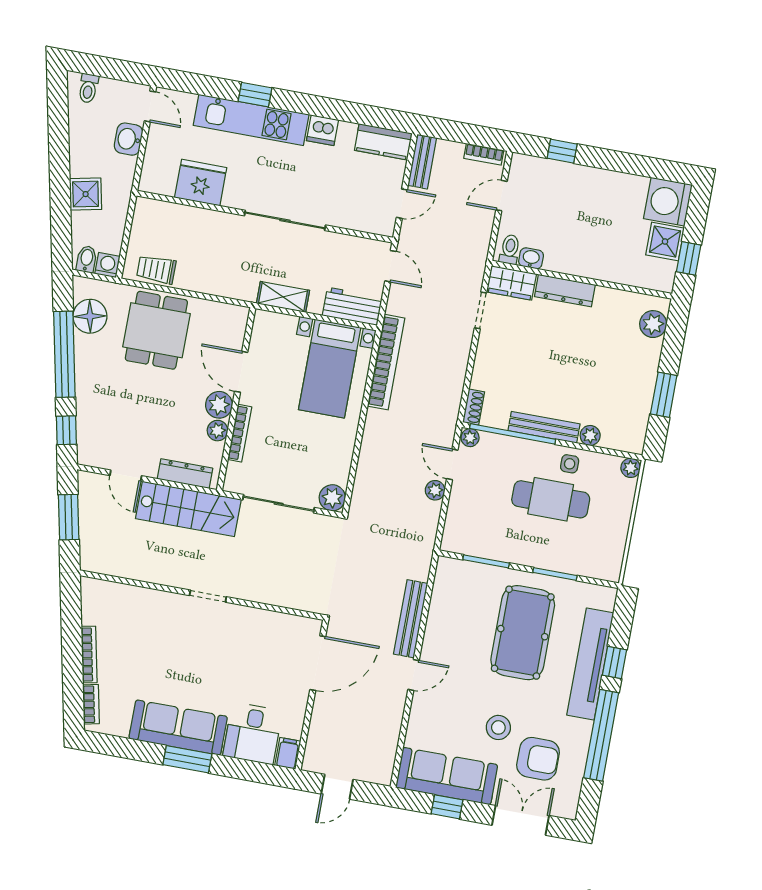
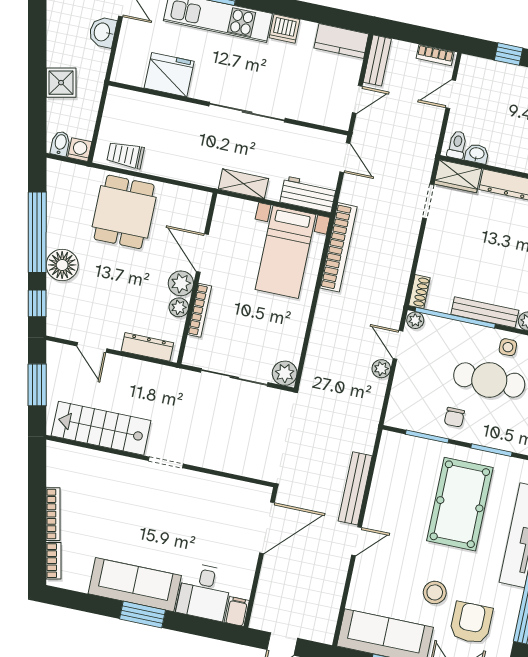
floor lamp: (90, 316) -> (62, 265), moved
stairs: (188, 509) -> (101, 428), moved, turned 180
chair: (514, 540) -> (454, 417), added
armchair: (538, 759) -> (471, 623), turned -90

